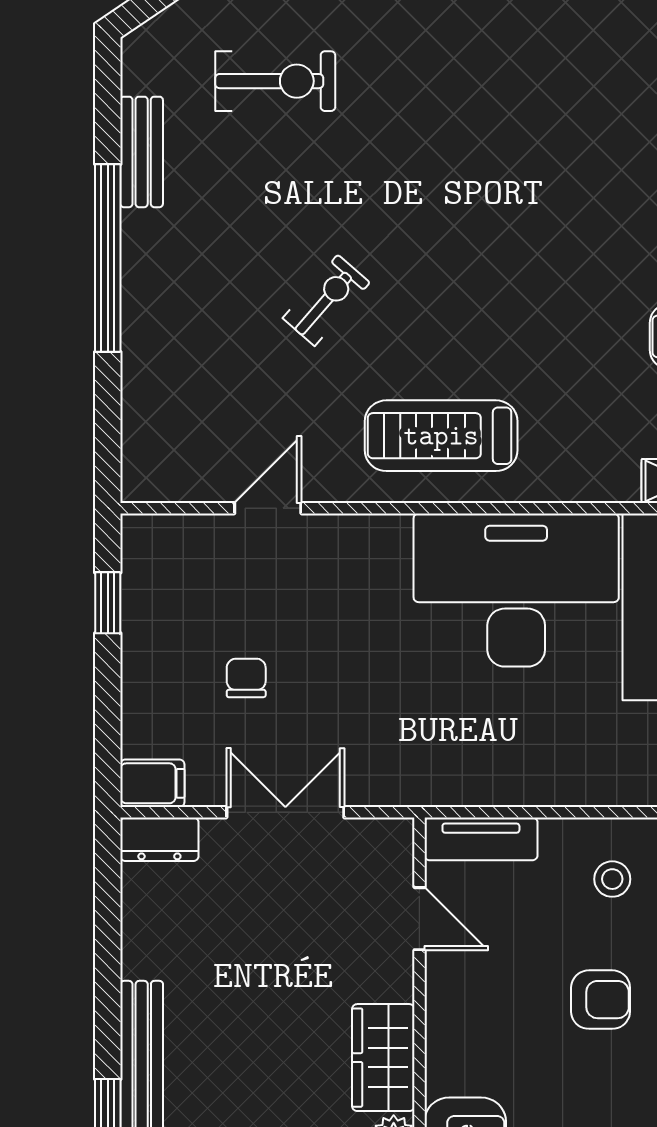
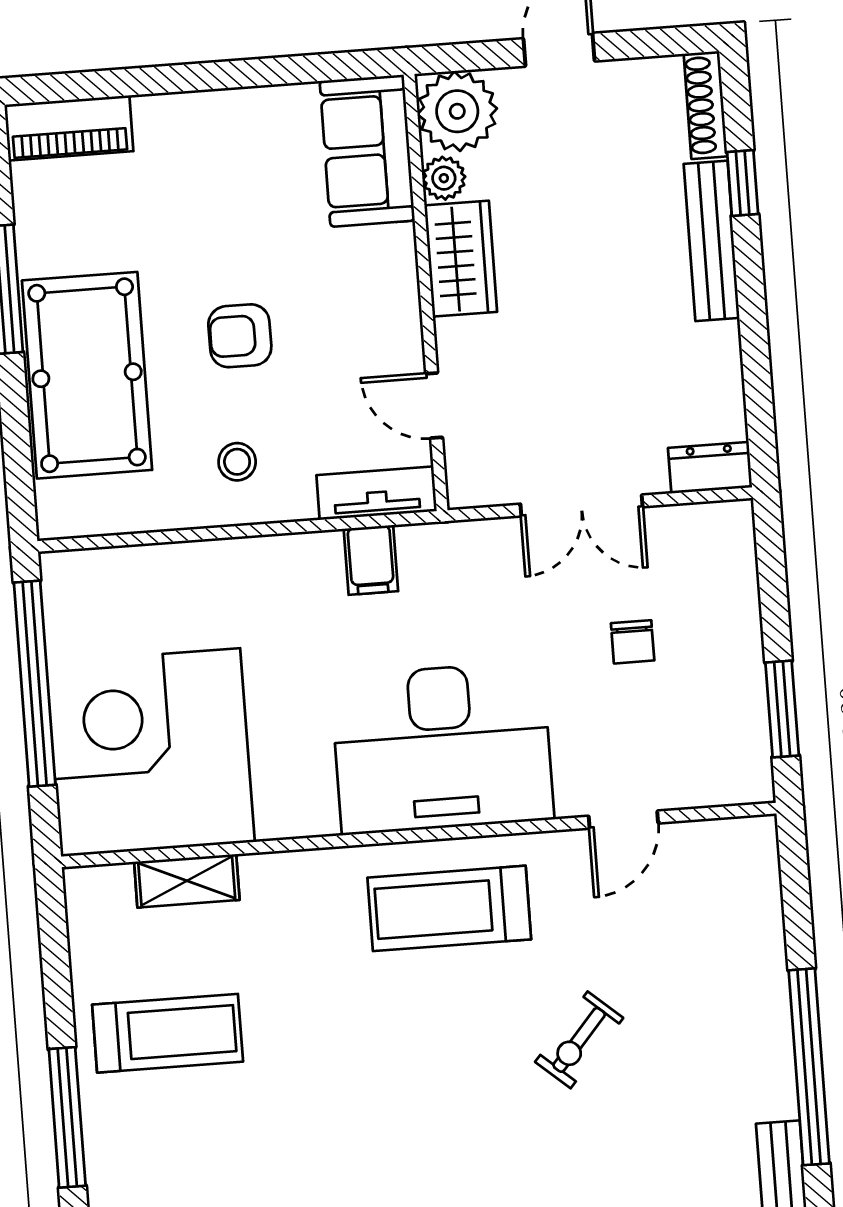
treadmill: (441, 436) -> (449, 908), turned 180
desk: (516, 590) -> (442, 748), moved
window: (108, 603) -> (782, 709), width x1.50
filing cabinet: (152, 783) -> (371, 560), moved, turned -90

